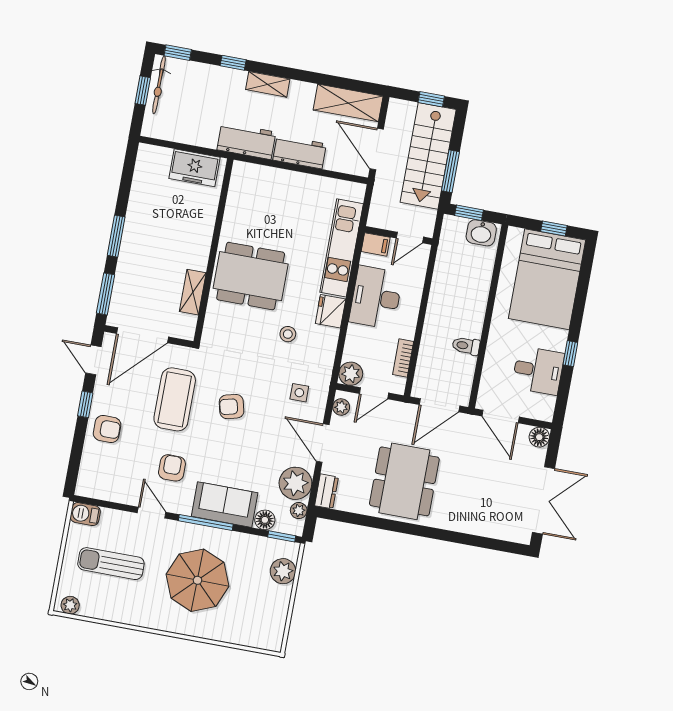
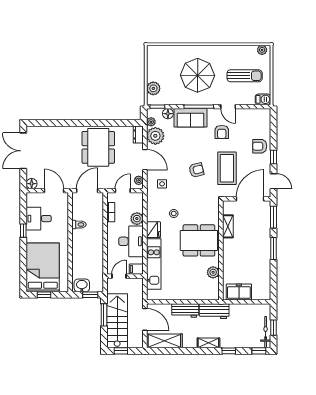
plant: (235, 213) -> (213, 272), added
plant: (351, 374) -> (137, 219), moved

